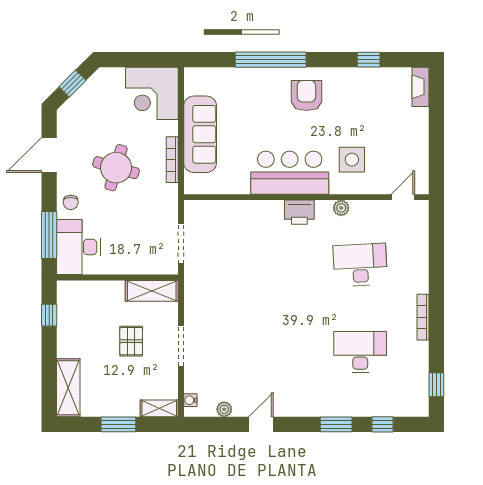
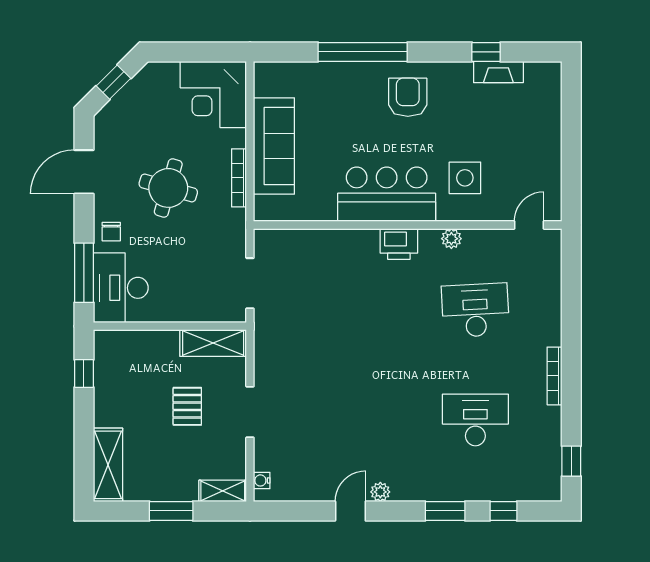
fireplace: (420, 87) -> (498, 72), moved, turned -90
plant: (224, 409) -> (380, 492), moved

